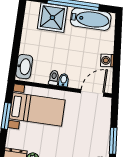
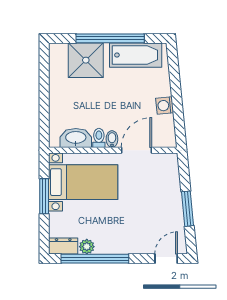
washbasin: (24, 67) -> (76, 138), moved, turned -90
door: (92, 93) -> (136, 150), moved

